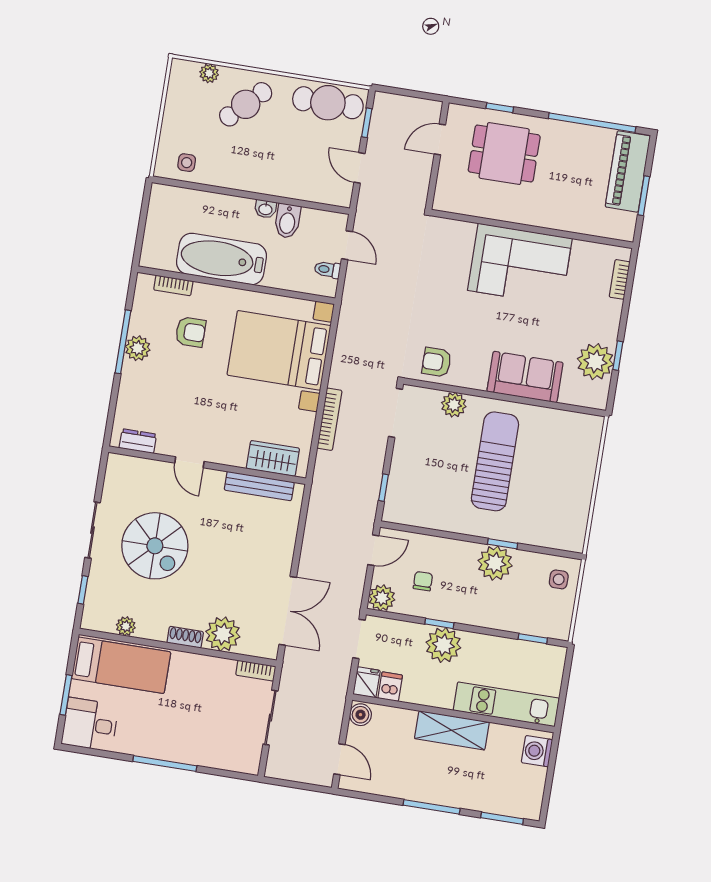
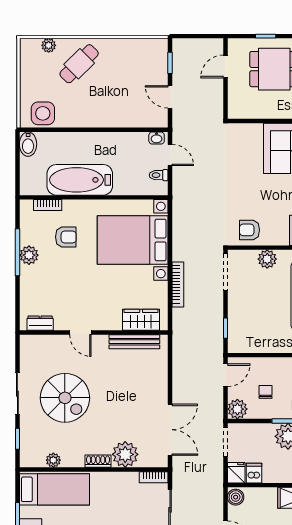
cafe table: (328, 103) -> (139, 53), removed
side table: (187, 163) -> (43, 113), width x1.87, depth x1.87
washbasin: (265, 209) -> (157, 138), moved
bidet: (288, 221) -> (28, 144), moved

